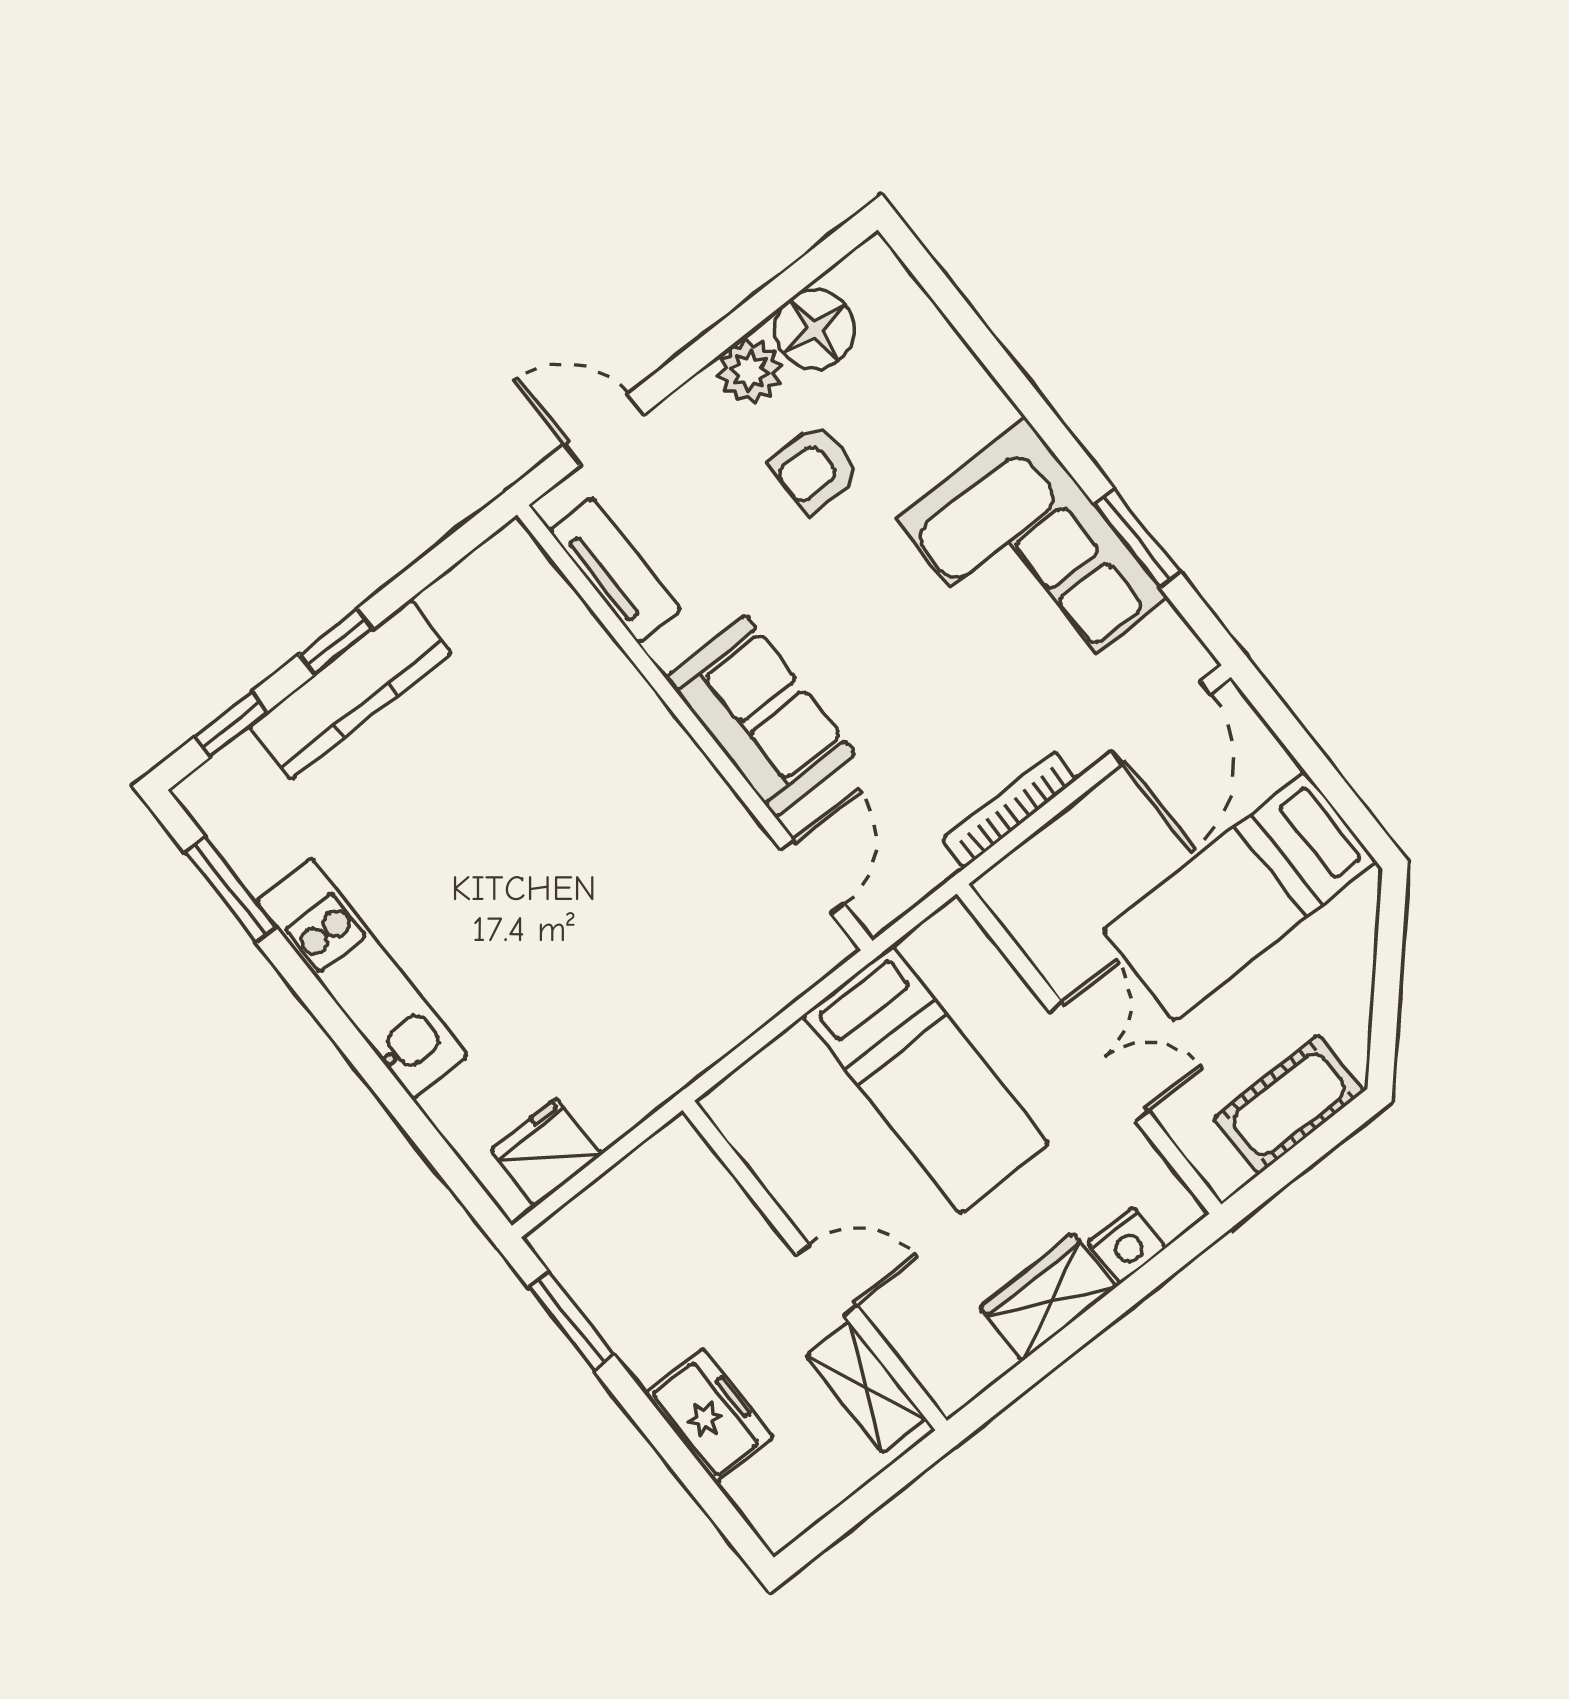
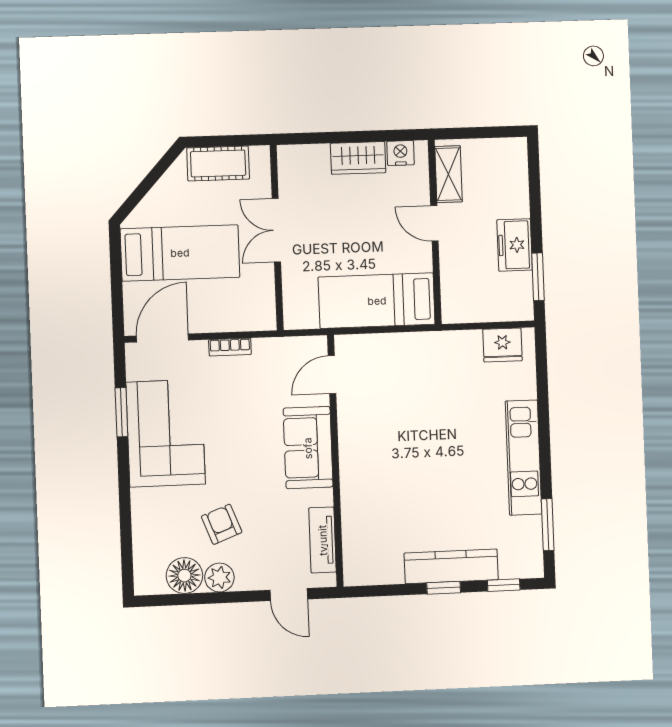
armchair: (815, 468) -> (222, 524), turned -111
bookcase: (1009, 810) -> (230, 347), width x0.64
bed: (926, 1079) -> (377, 301), moved, turned -90
nightstand: (1126, 1245) -> (400, 153), moved
freezer: (709, 1416) -> (515, 245), moved

